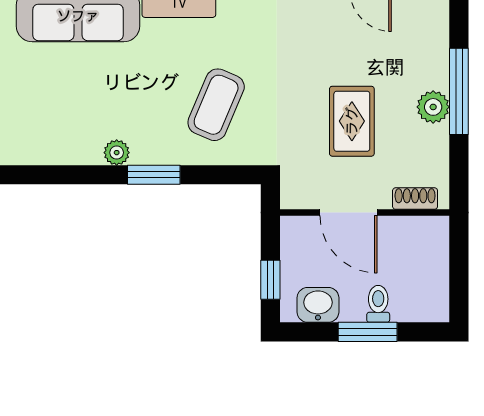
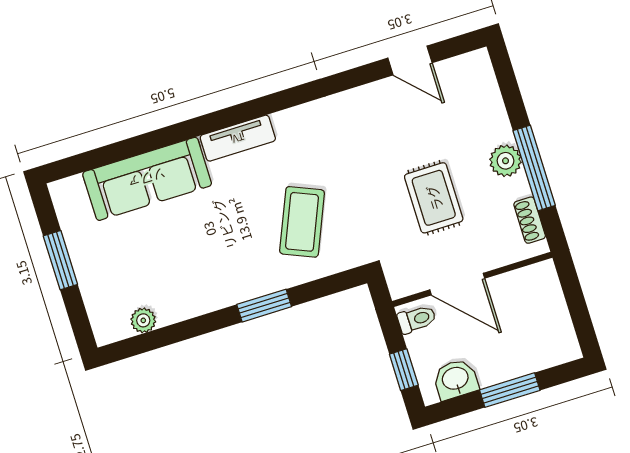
window: (459, 91) -> (534, 168), moved
plant: (117, 153) -> (143, 320), moved
shoe rack: (415, 199) -> (530, 220), moved, turned -90
toilet: (378, 304) -> (417, 319), moved, turned 90

